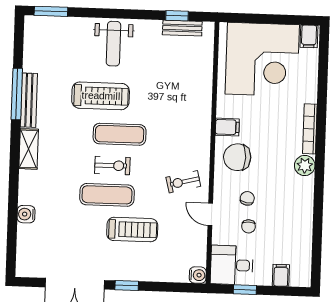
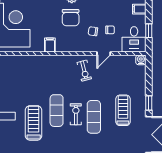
chair: (237, 157) -> (71, 18), moved
treadmill: (132, 230) -> (123, 110), moved

